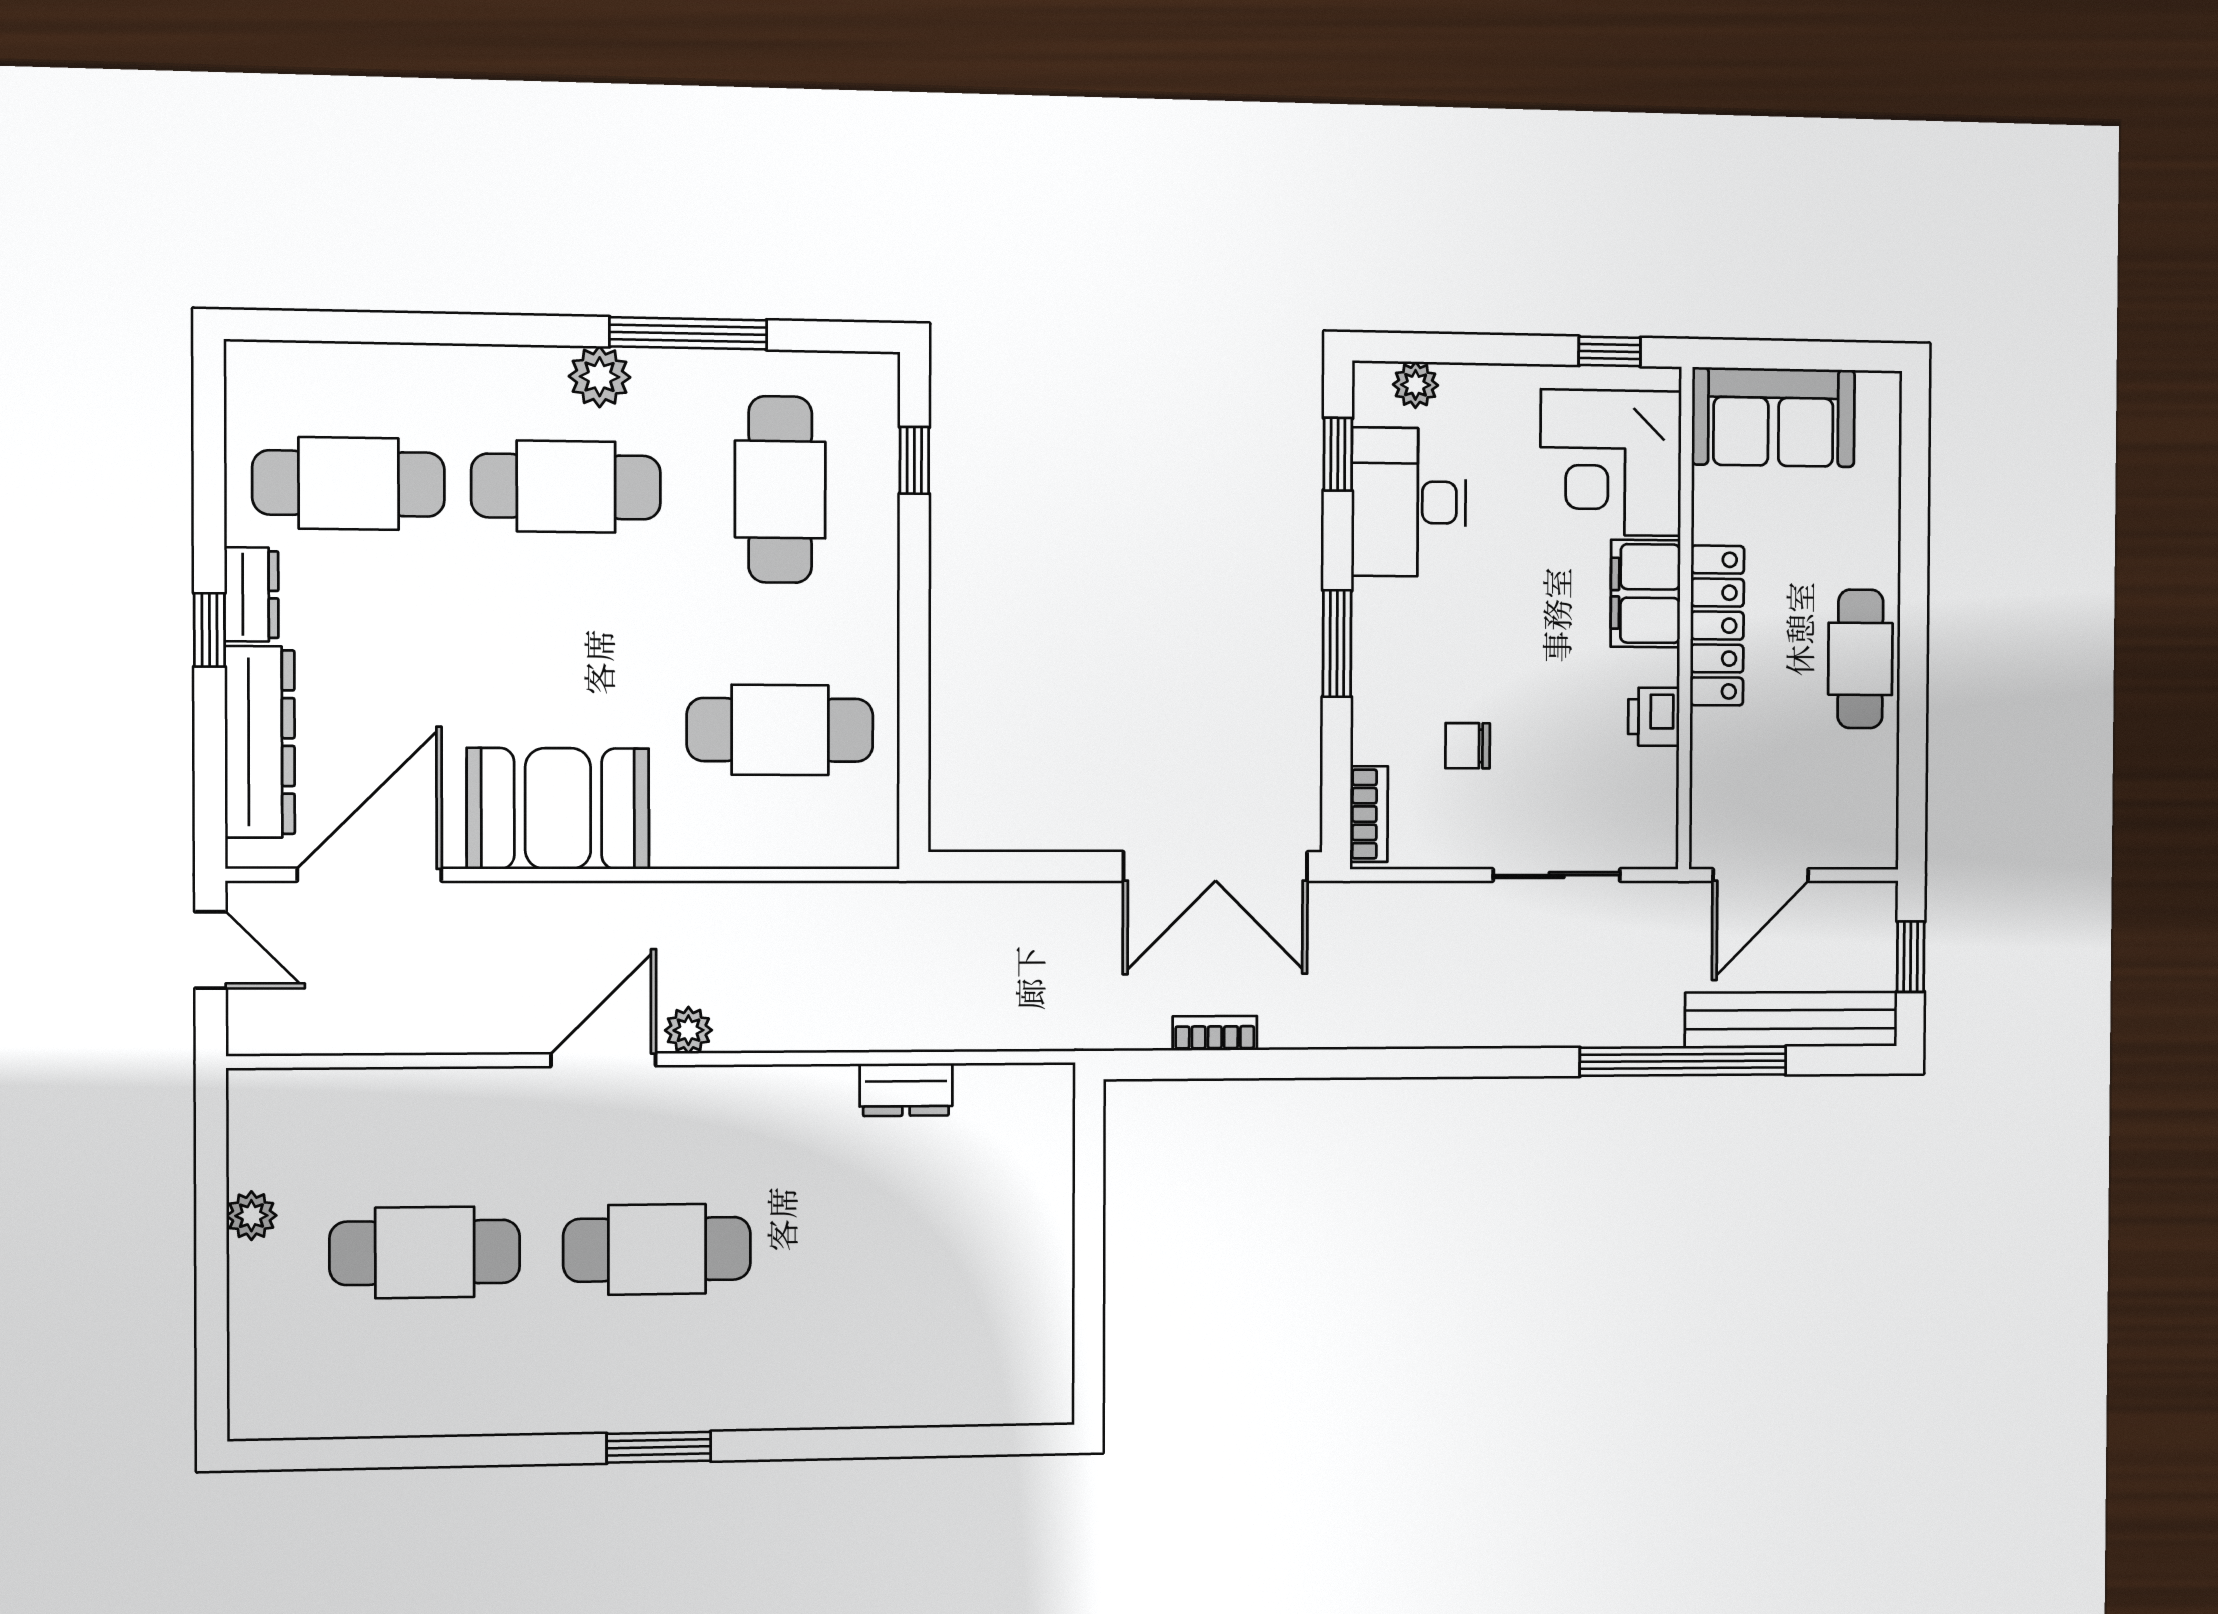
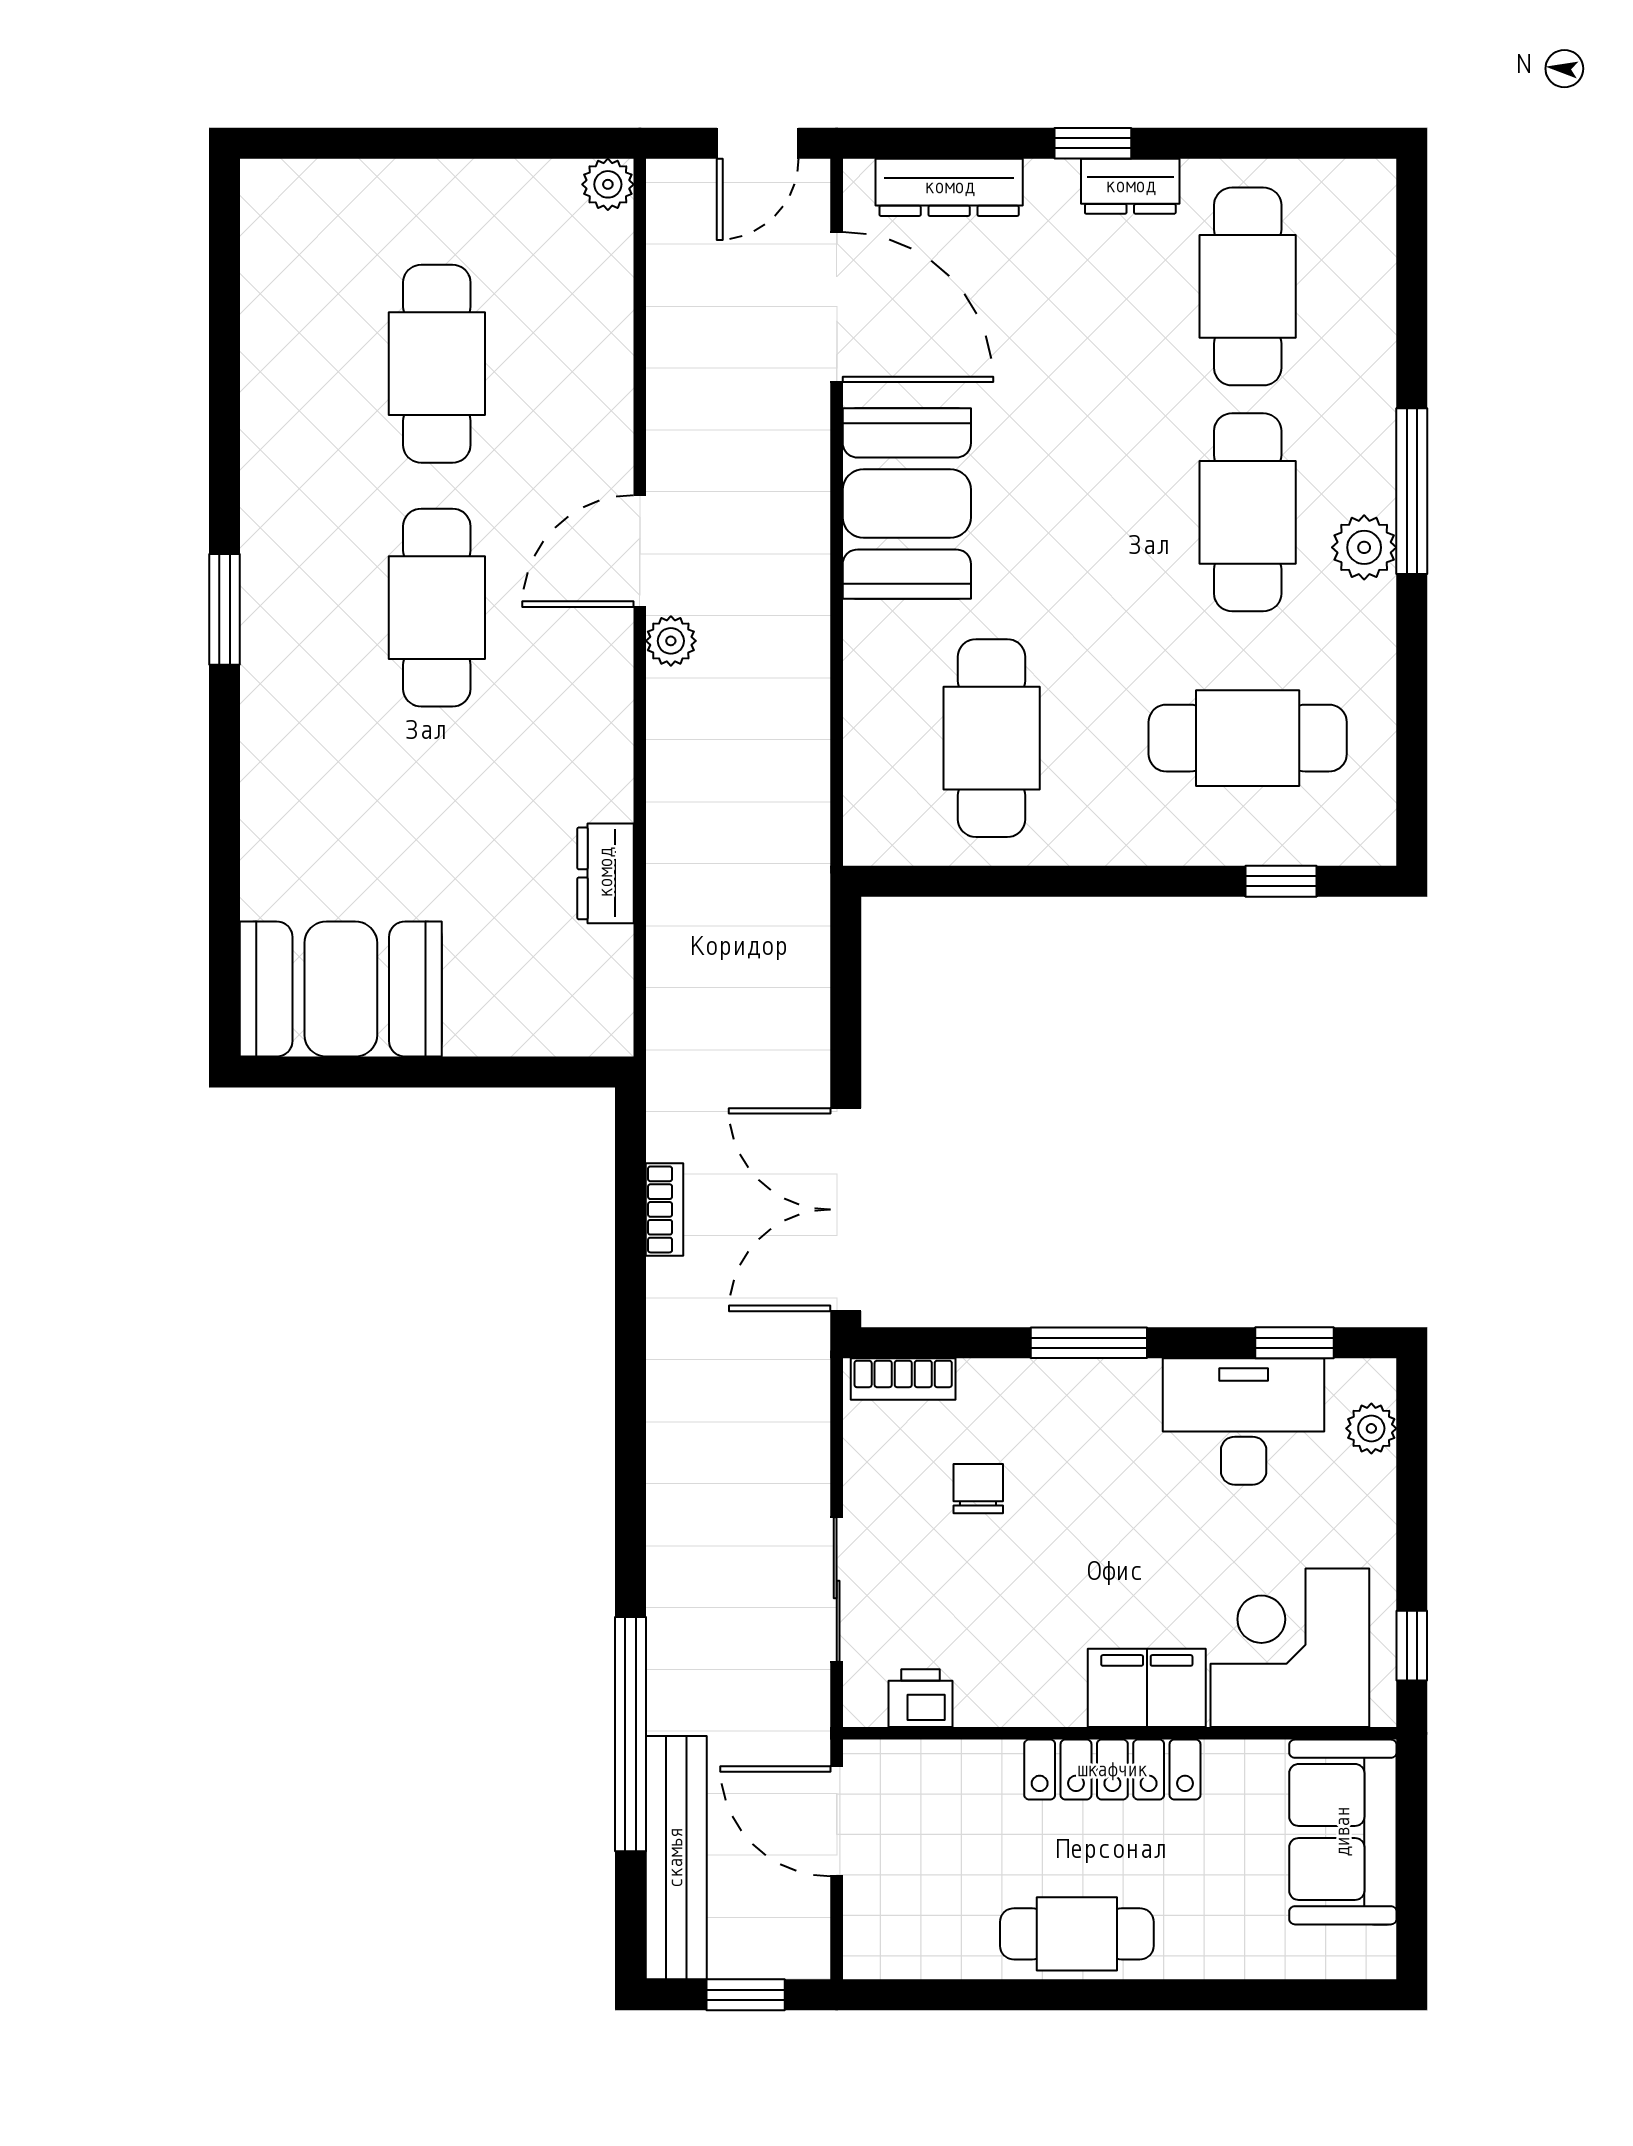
window: (688, 333) -> (1412, 491), moved
printer: (1654, 717) -> (920, 1698), moved
dresser: (260, 742) -> (949, 187), width x0.73, depth x0.80
door: (603, 1060) -> (640, 551), swing flipped
plant: (251, 1216) -> (608, 184), moved
booth: (1012, 1333) -> (341, 989), added

